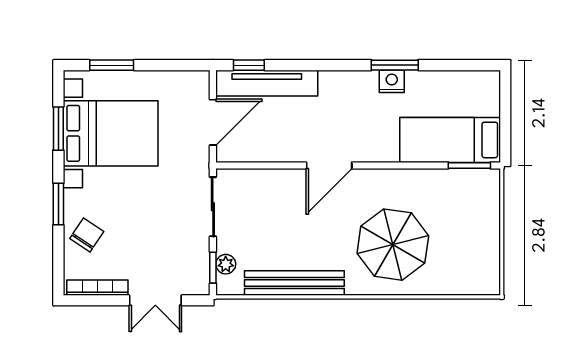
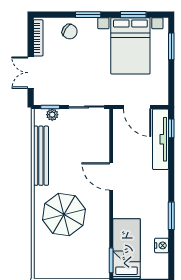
nightstand: (392, 81) -> (162, 245), moved

